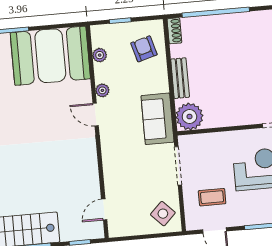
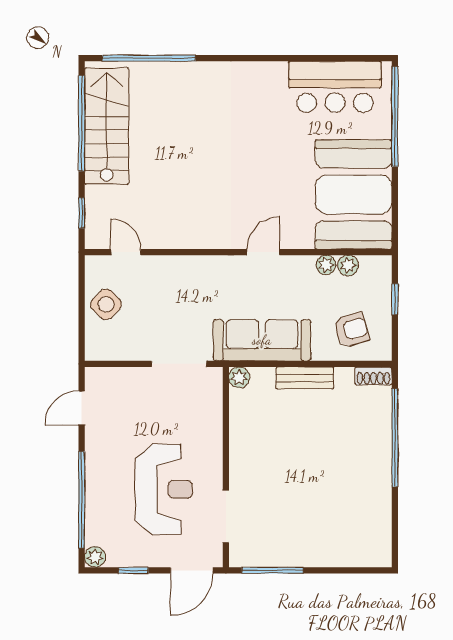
plant: (102, 90) -> (326, 265), moved
plant: (189, 117) -> (239, 377), width x0.53, depth x0.53
sofa: (157, 119) -> (262, 340), width x1.36
coffee table: (212, 197) -> (130, 409), removed
side table: (163, 214) -> (106, 304), moved

